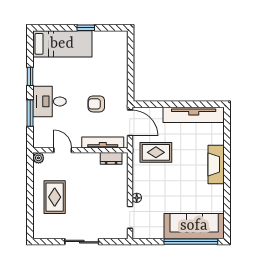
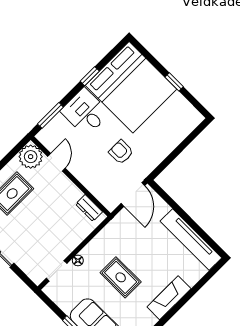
bed: (62, 44) -> (131, 87), width x2.04
window: (30, 113) -> (50, 115), moved
tv unit: (103, 142) -> (95, 188), removed
rug: (156, 152) -> (121, 277), moved
plant: (38, 158) -> (31, 157), width x1.87, depth x1.87

